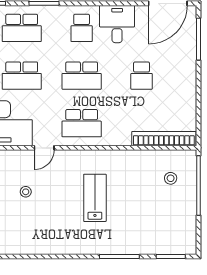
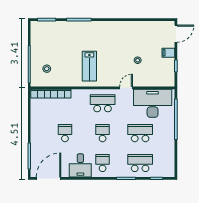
school desk: (82, 76) -> (103, 133), width x0.54
lab bench: (95, 198) -> (89, 66), moved

